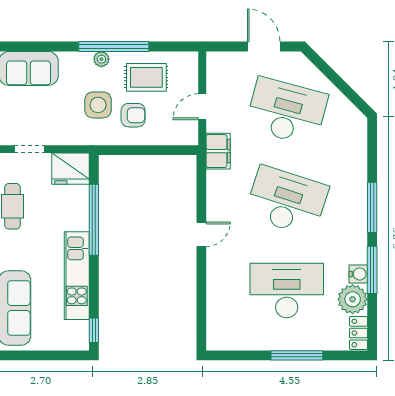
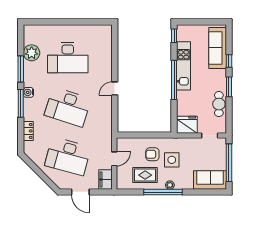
filing cabinet: (218, 151) -> (106, 179), moved
window: (94, 220) -> (174, 80), moved
water cooler: (358, 274) -> (28, 92), moved
locker: (358, 333) -> (28, 131), moved
window: (297, 355) -> (62, 22), removed

